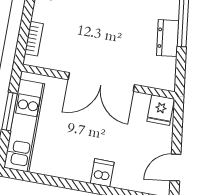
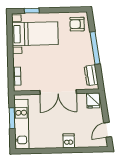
dresser: (168, 38) -> (91, 75), moved

